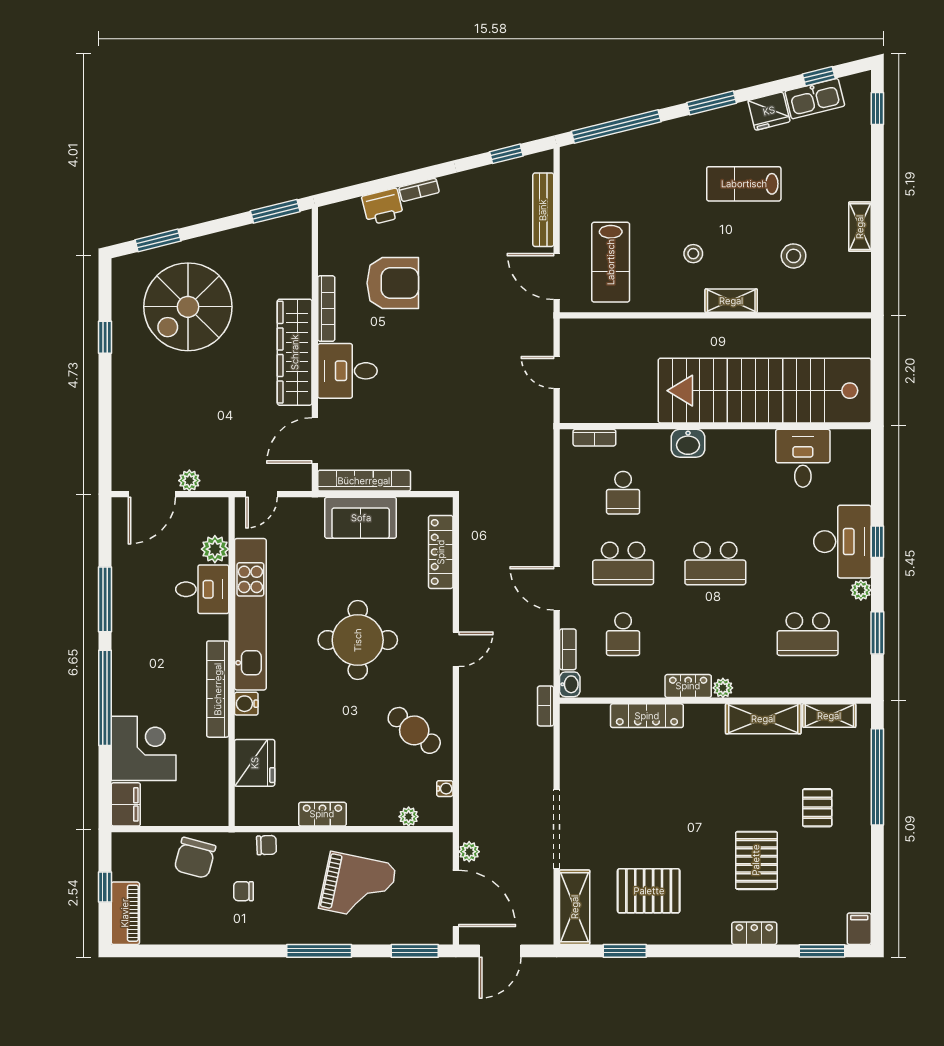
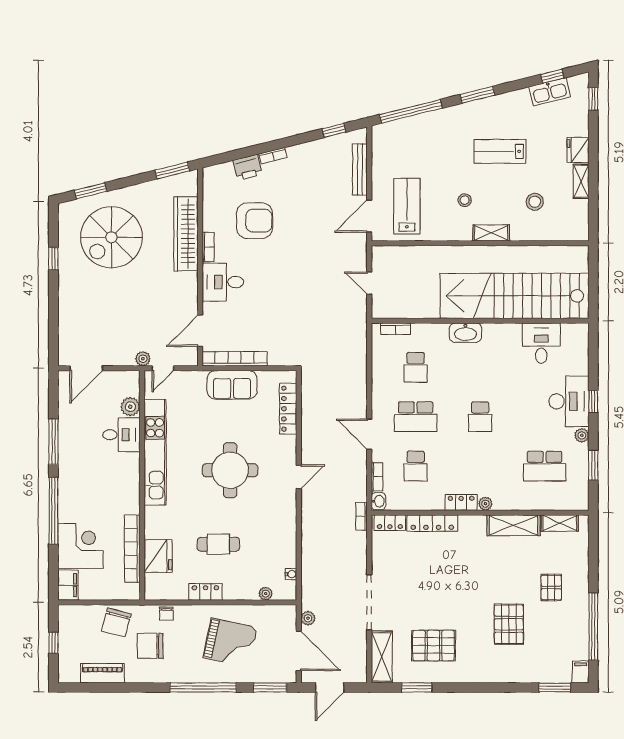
fridge: (769, 111) -> (578, 150), moved, turned 104
lab bench: (611, 262) -> (407, 206), turned 180
door: (557, 277) -> (369, 216), hinge flipped
bookcase: (326, 309) -> (208, 247), width x0.64
wardrobe: (295, 352) -> (186, 234), moved
washbasin: (688, 443) -> (465, 333), width x1.38
plant: (189, 481) -> (143, 359), moved
school desk: (715, 563) -> (480, 417), width x0.54
bookcase: (218, 689) -> (132, 549), moved
water cooler: (246, 704) -> (152, 515), removed
cafe table: (414, 730) -> (218, 544), moved, turned -39
window: (877, 777) -> (593, 627), moved
chair: (267, 845) -> (166, 614), turned 92
chair: (243, 891) -> (150, 646), width x1.87, depth x1.87
piano: (125, 913) -> (102, 673), moved, turned -90
locker: (754, 933) -> (390, 523), moved, turned 180
window: (319, 951) -> (203, 687), width x1.46

